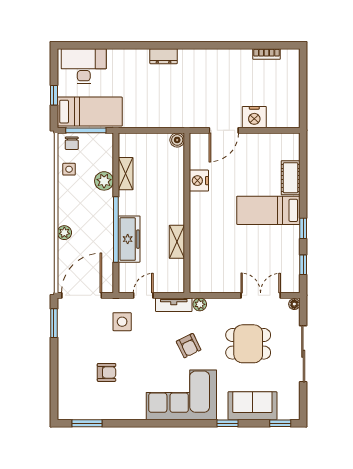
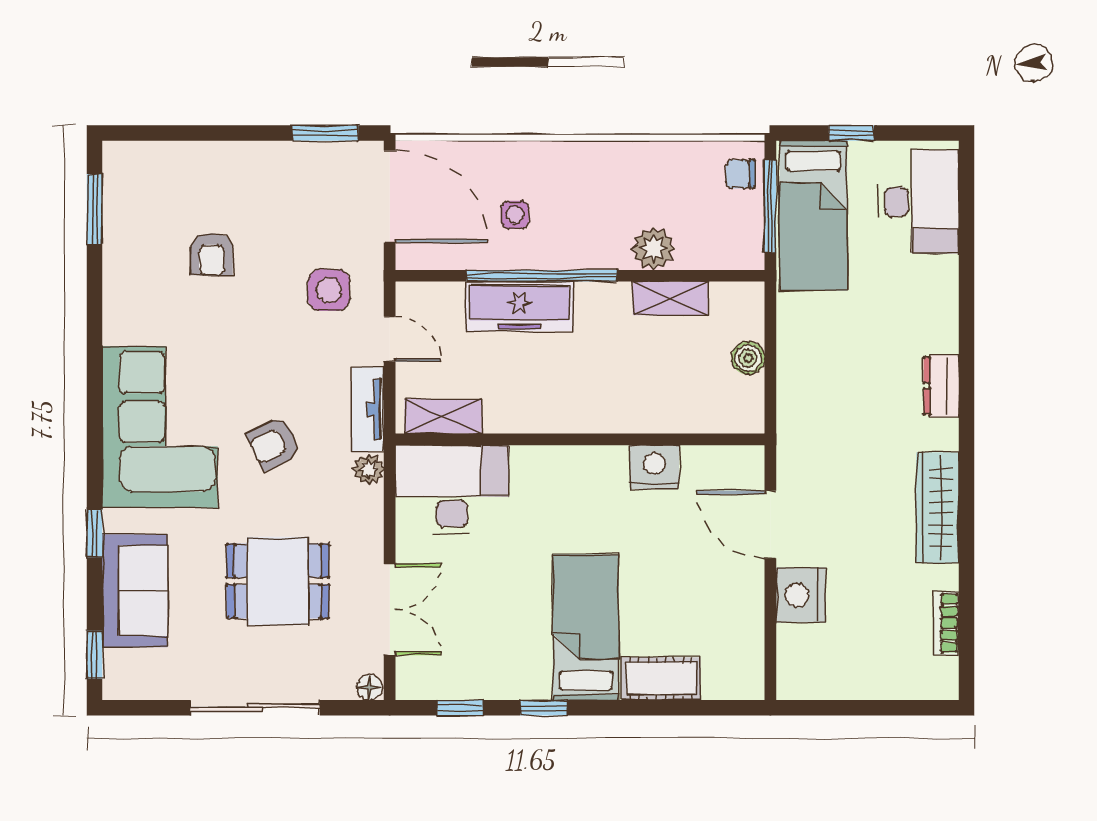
wardrobe: (216, 58) -> (937, 508), added
boiler: (177, 140) -> (748, 358), moved
side table: (69, 169) -> (515, 215), moved
plant: (64, 233) -> (534, 157), removed
shelving: (177, 242) -> (443, 416), moved
desk: (209, 268) -> (452, 489), added
dining table: (248, 344) -> (278, 581), turned 90

